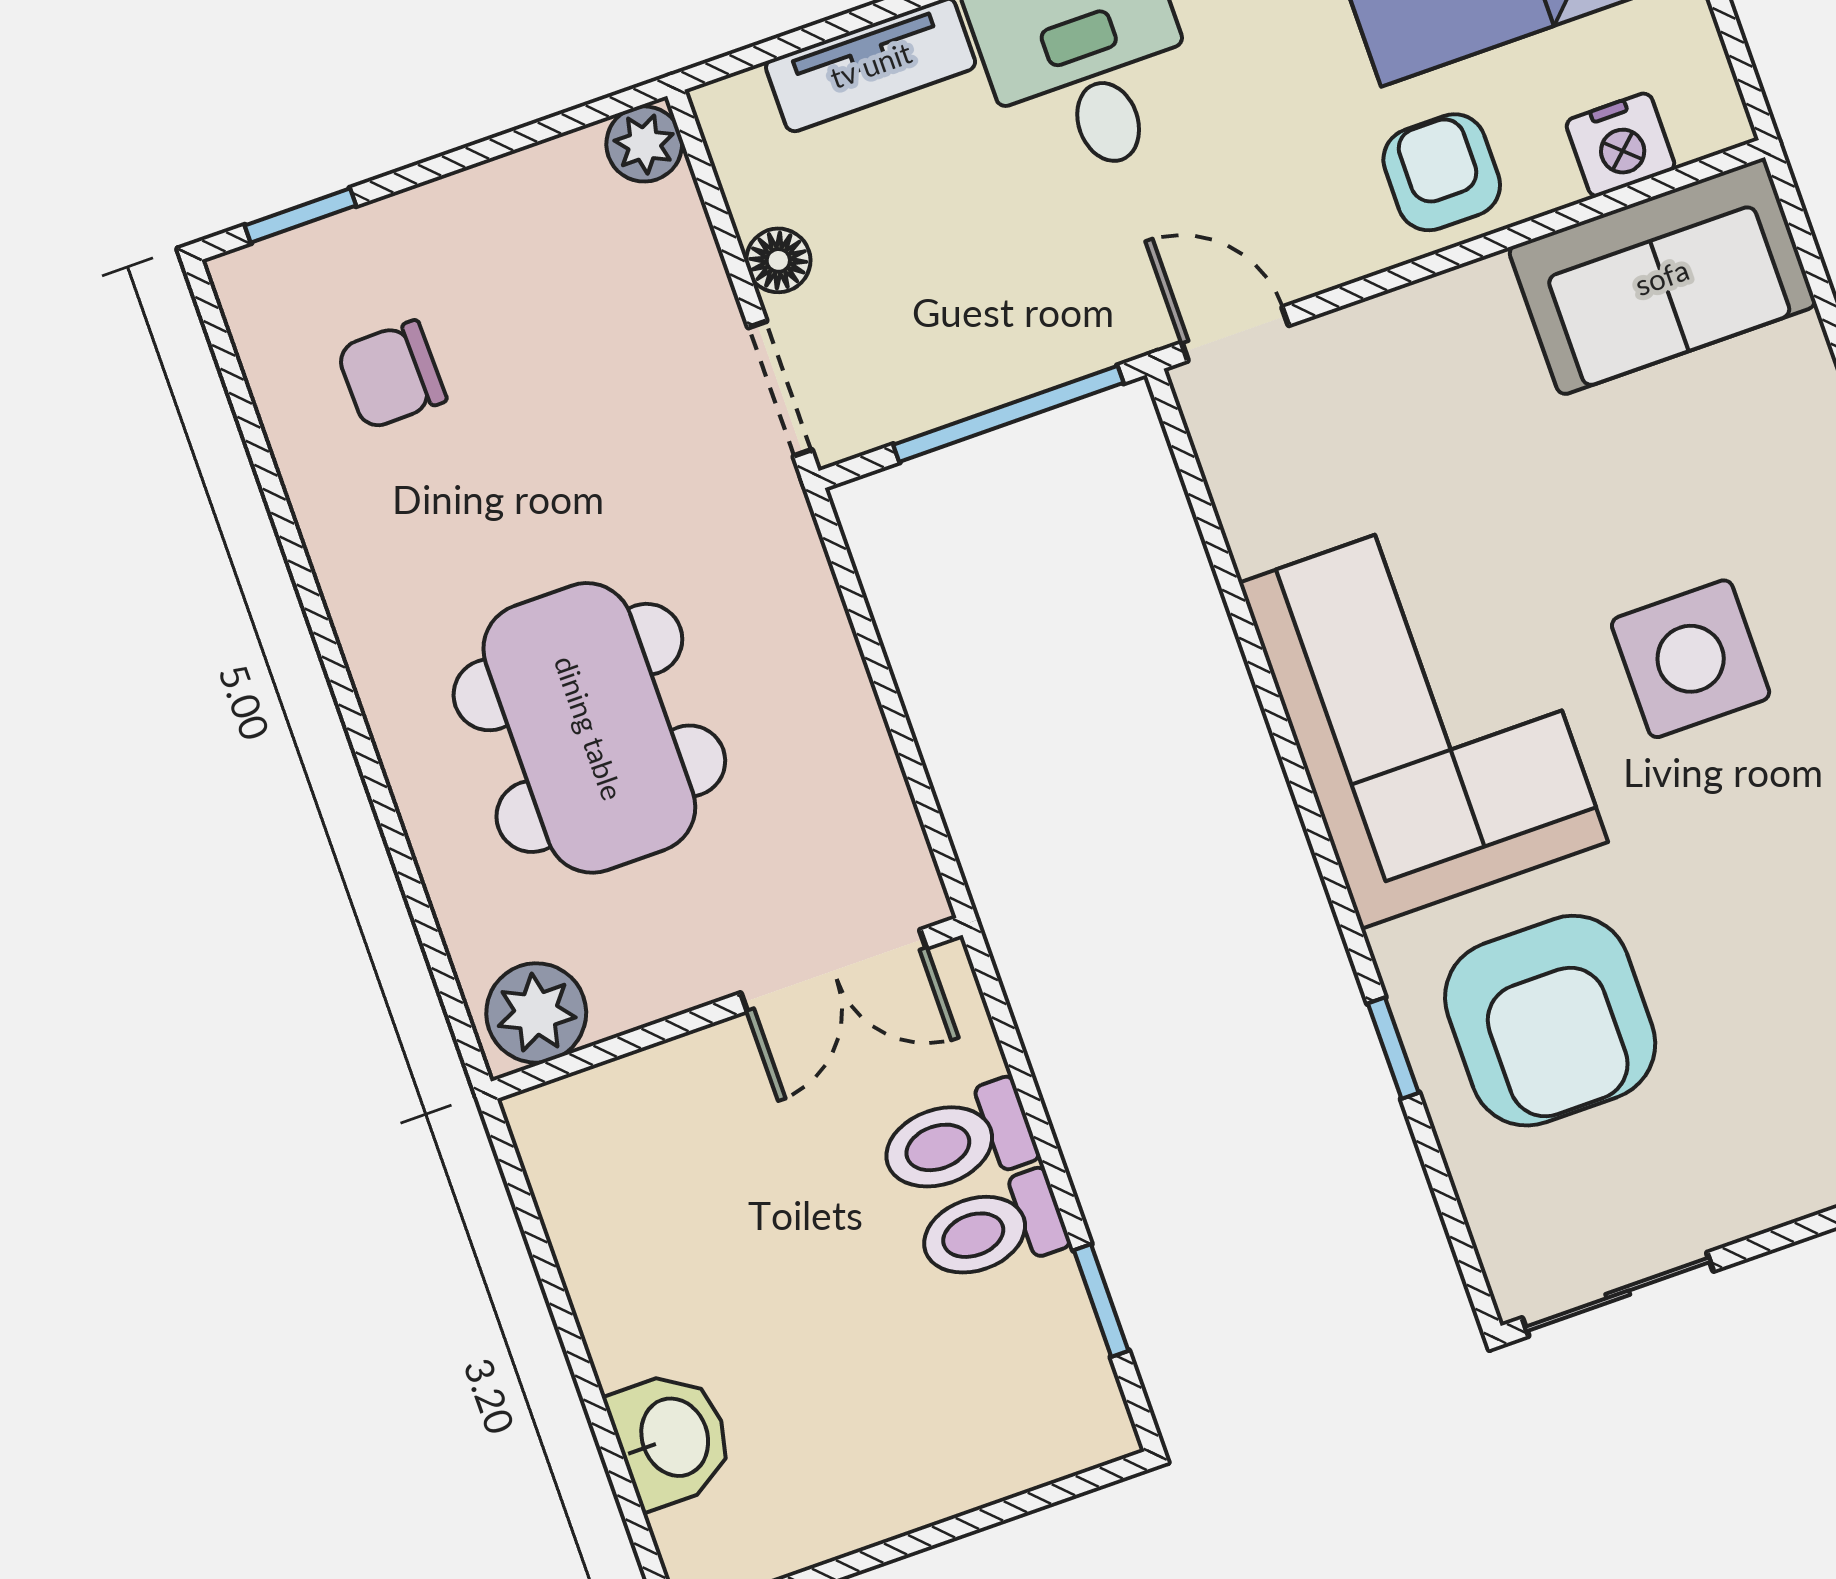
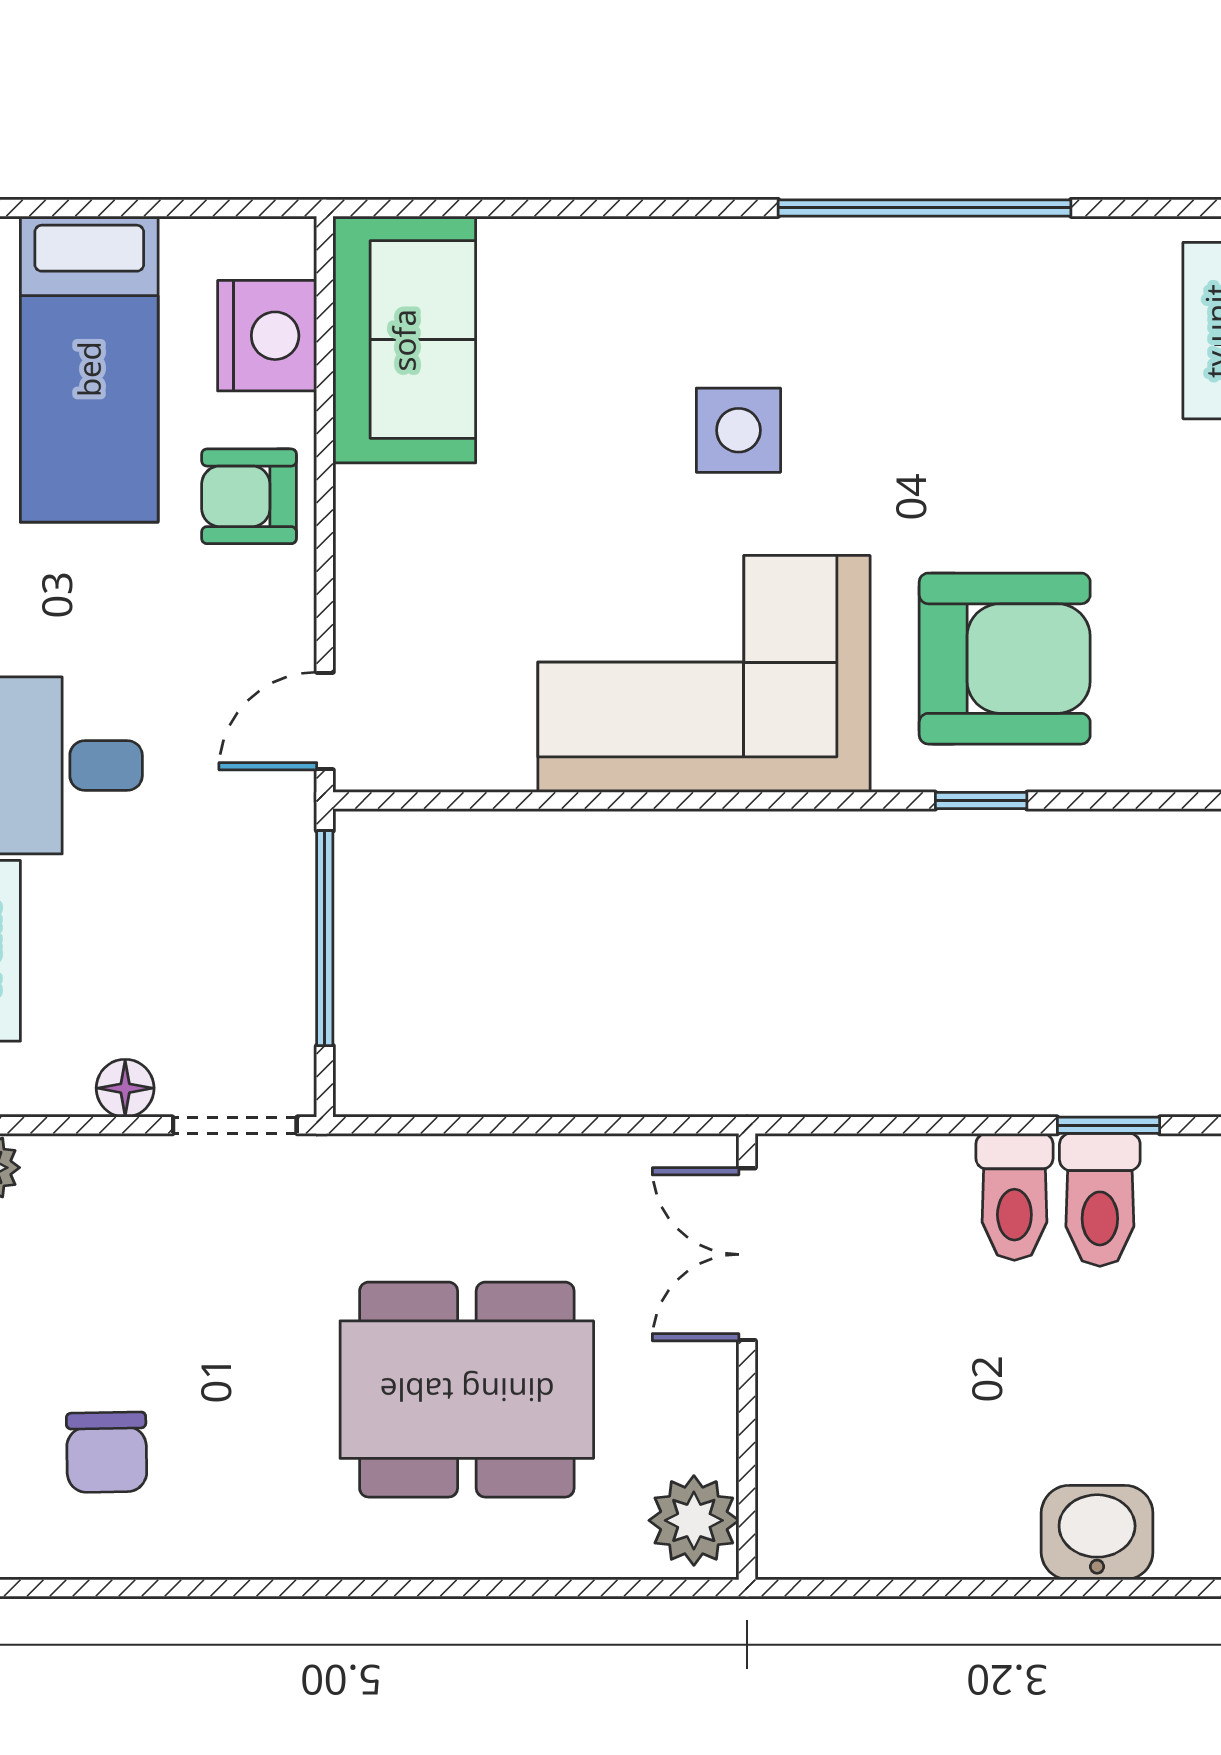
nightstand: (1620, 145) -> (267, 336), width x1.36, depth x1.33
side table: (1691, 659) -> (738, 430), width x0.73, depth x0.73
double door: (834, 971) -> (747, 1254), swing flipped
toilet: (957, 1141) -> (1100, 1200), moved

